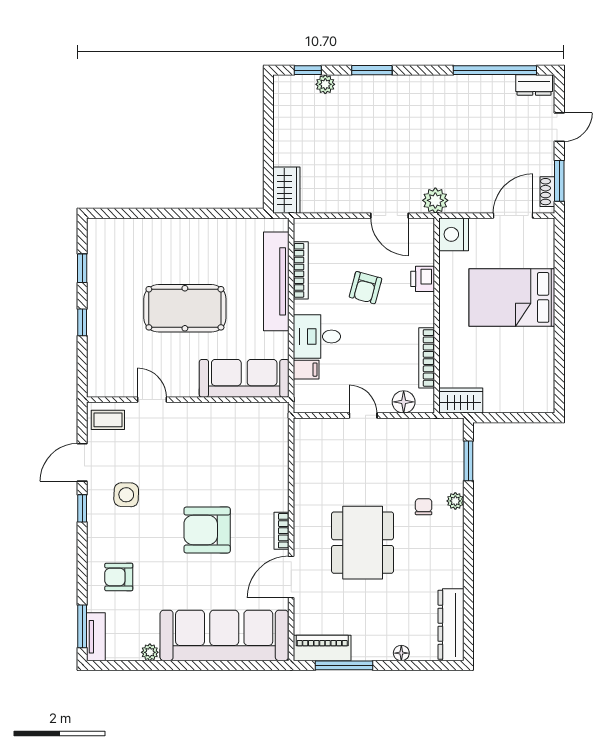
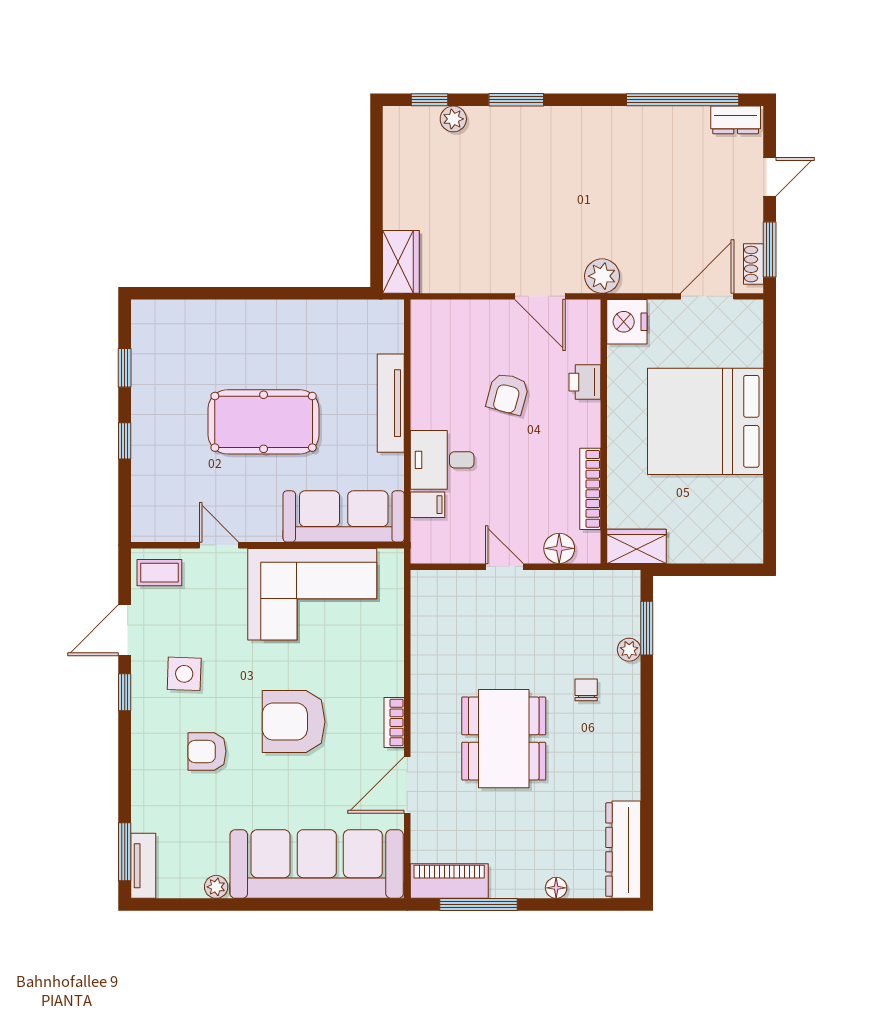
bookcase: (301, 270) -> (420, 371), removed
tv unit: (276, 281) -> (391, 403), width x0.73, depth x0.78
bed: (512, 297) -> (706, 421), width x1.36
corner sofa: (221, 436) -> (312, 594), added
plant: (455, 501) -> (629, 650), moved
armchair: (119, 577) -> (207, 751), moved

